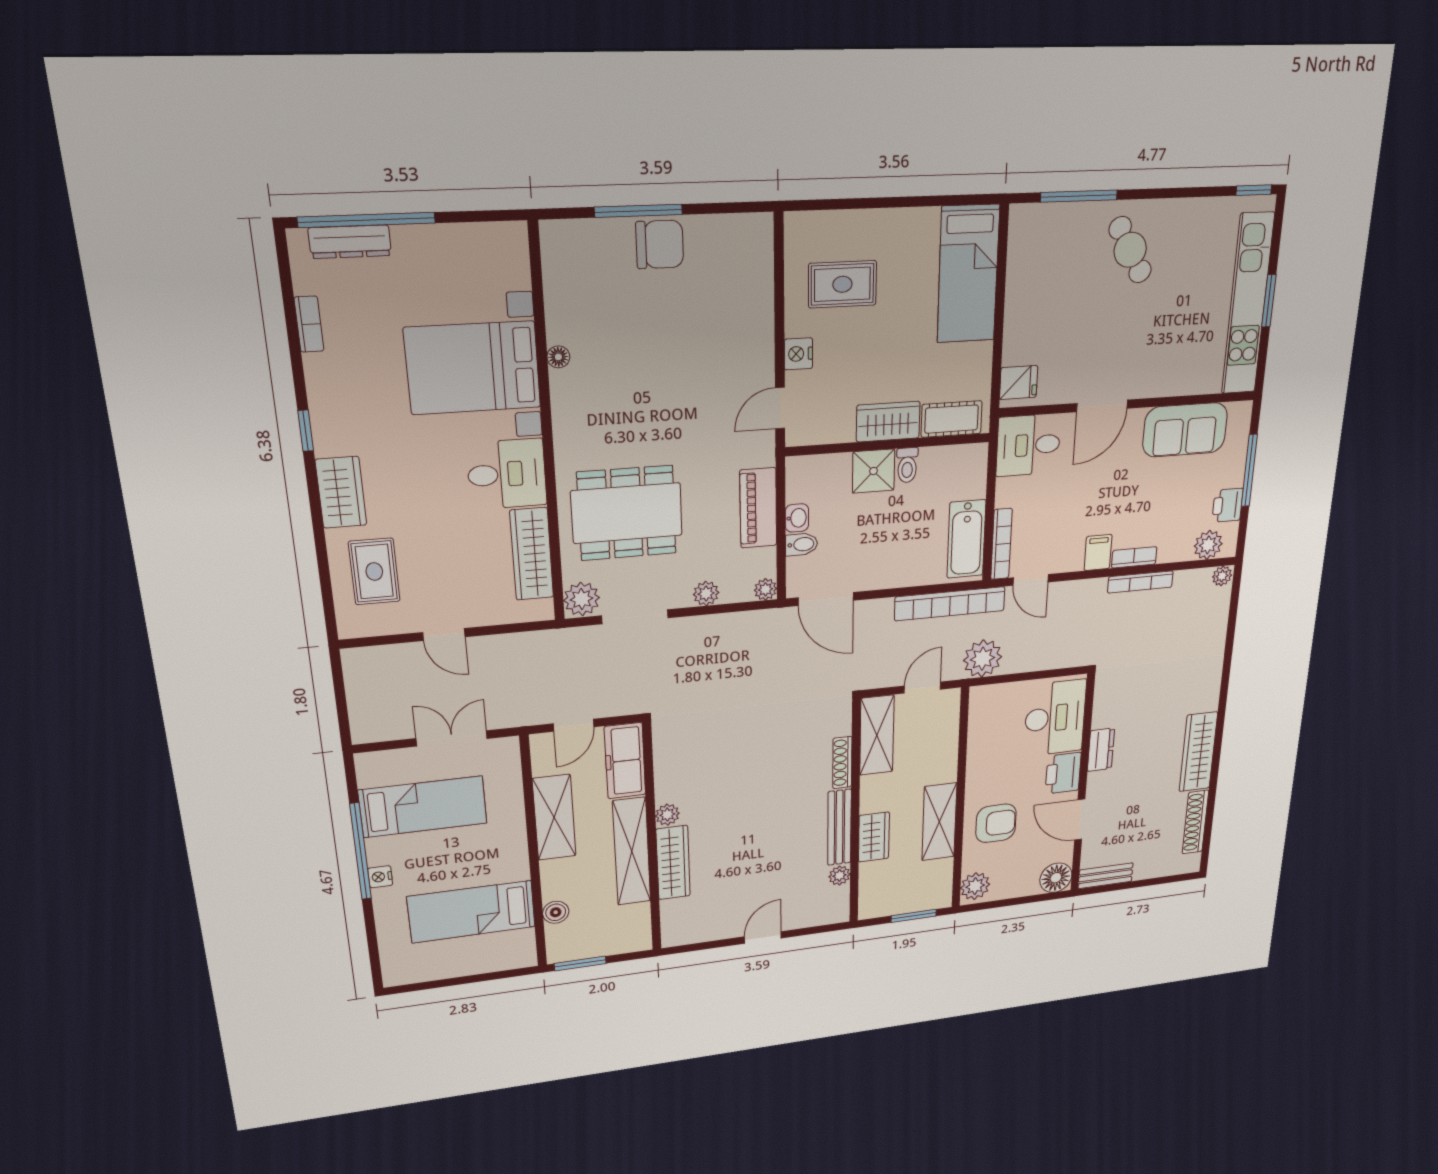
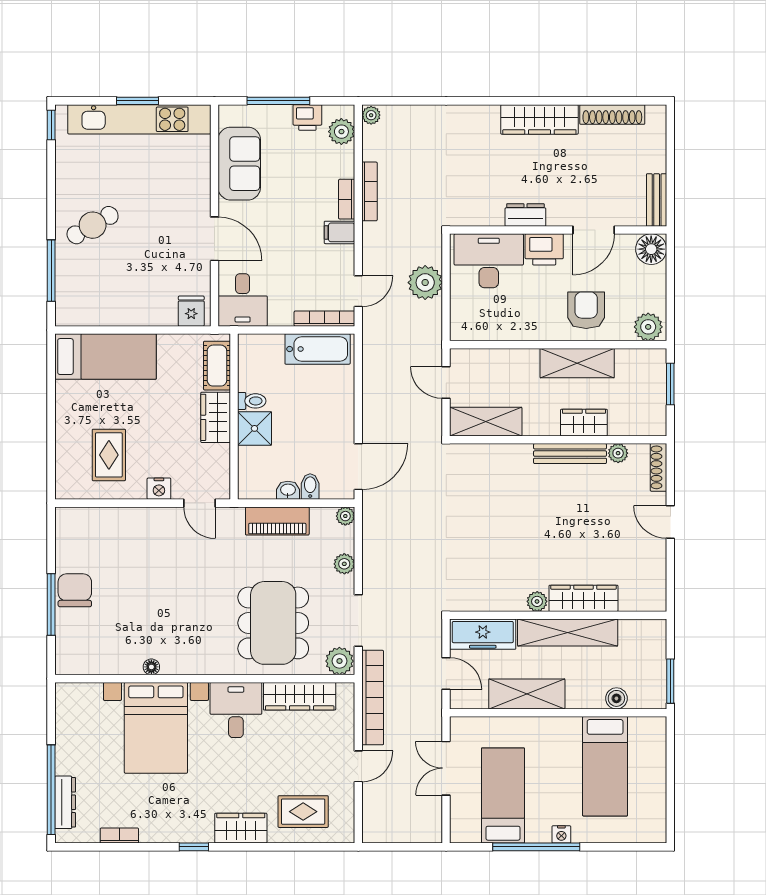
bookcase: (950, 604) -> (373, 698), moved
plant: (983, 659) -> (425, 283), moved
shoe rack: (842, 763) -> (659, 467), moved, turned 90

